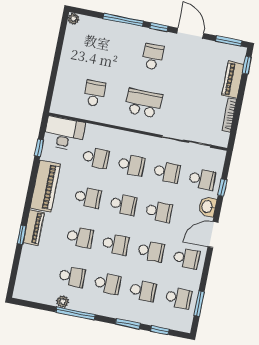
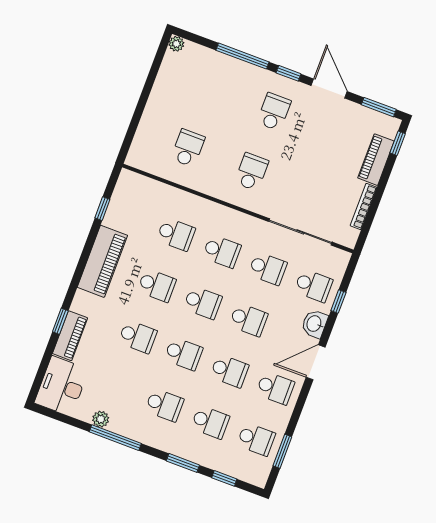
school desk: (144, 103) -> (252, 172), width x0.54
desk: (64, 134) -> (62, 386), moved, turned -90
piano: (34, 228) -> (70, 336), moved
school desk: (72, 277) -> (118, 388), removed

